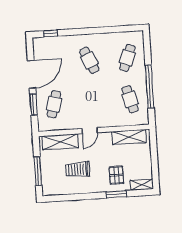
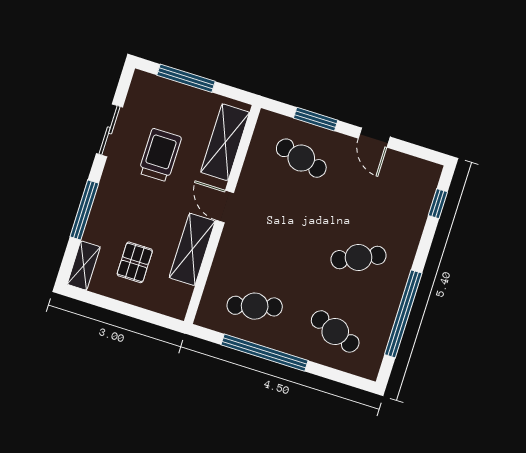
window: (107, 30) -> (403, 314), added
door: (32, 74) -> (374, 138), width x0.53
shelving: (129, 137) -> (192, 249), moved
pallet: (116, 175) -> (135, 262), moved, turned 90
window: (116, 194) -> (84, 210), width x1.44
sliding door: (75, 197) -> (109, 130), added

